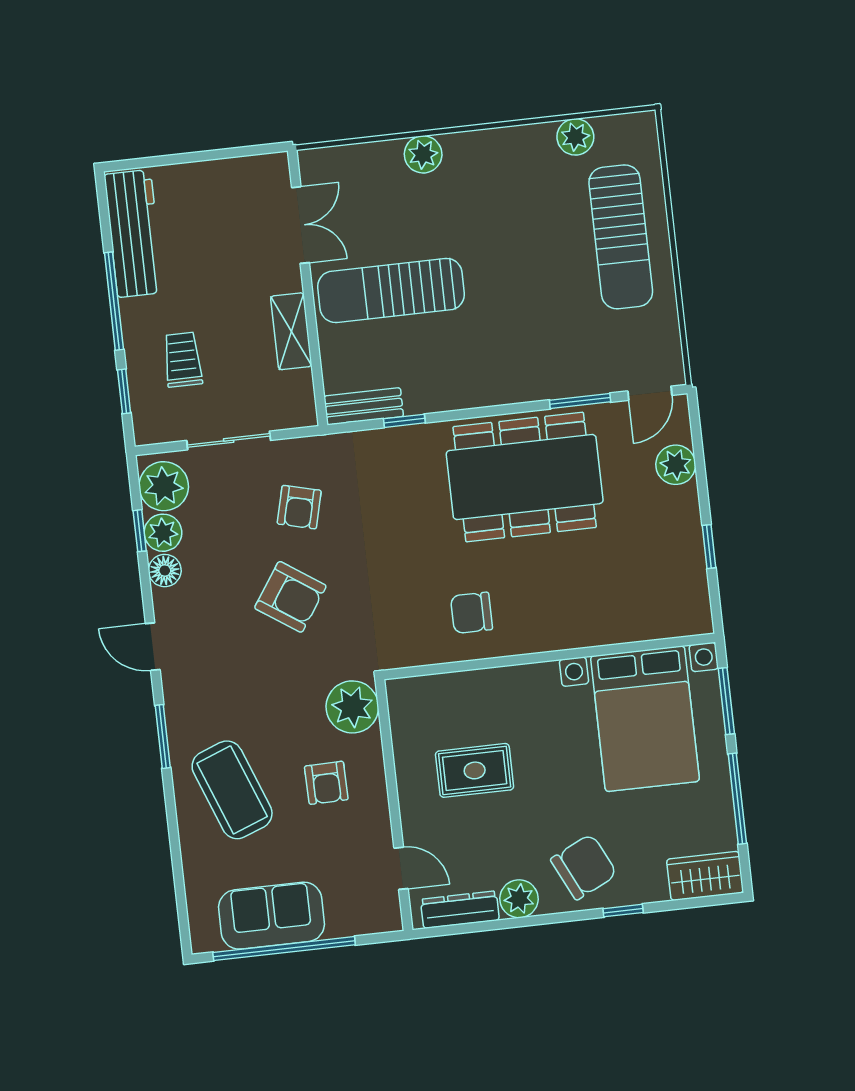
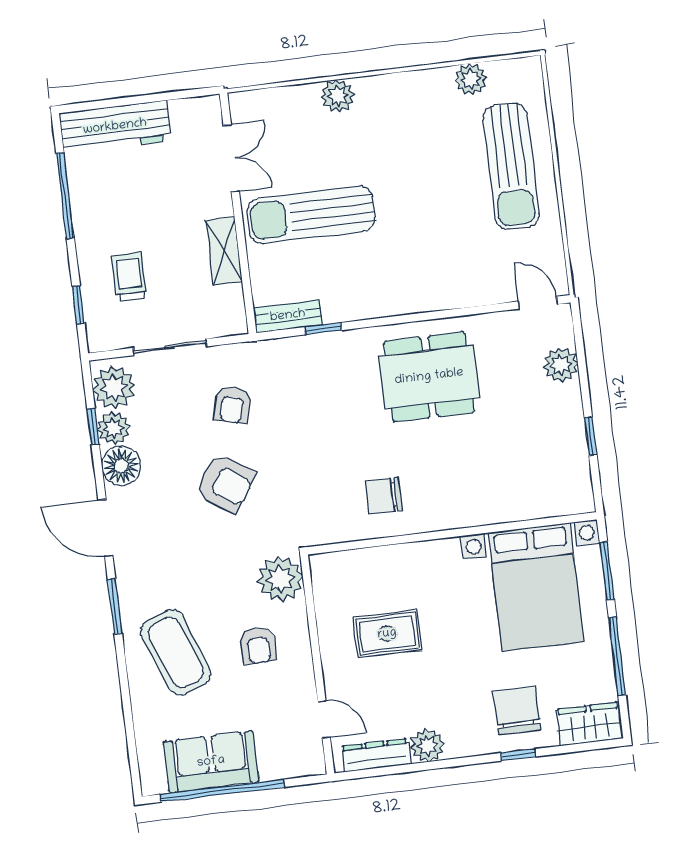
workbench: (134, 233) -> (115, 127), moved, turned 90
window: (114, 301) -> (65, 196), moved
door: (650, 393) -> (538, 303), swing flipped
window: (580, 401) -> (477, 310), removed
dining table: (525, 477) -> (429, 377), width x0.73, depth x0.80
floor lamp: (165, 571) -> (121, 466), width x1.38, depth x1.38
door: (153, 647) -> (105, 528), width x1.38
chair: (584, 867) -> (517, 711), moved, turned -64

